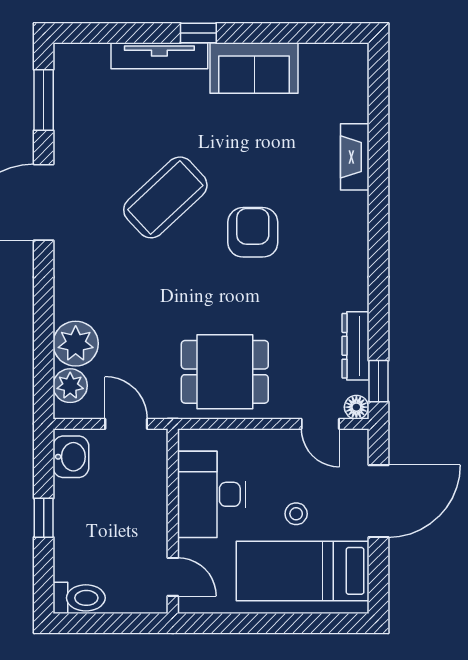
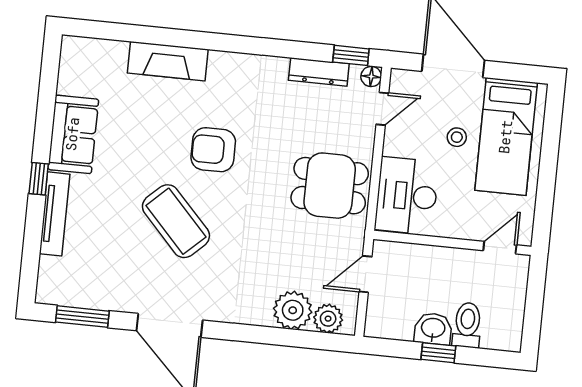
fireplace: (355, 157) -> (168, 61), width x1.37, depth x1.32
dining table: (225, 372) -> (330, 186), turned 90
washbasin: (71, 457) -> (433, 329), moved
desk: (212, 494) -> (407, 196), moved, turned 90
toilet: (79, 598) -> (467, 325), moved

